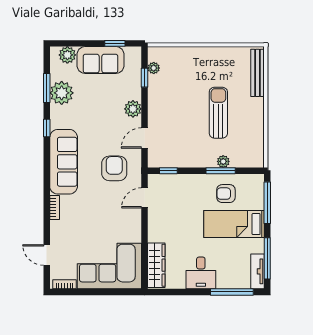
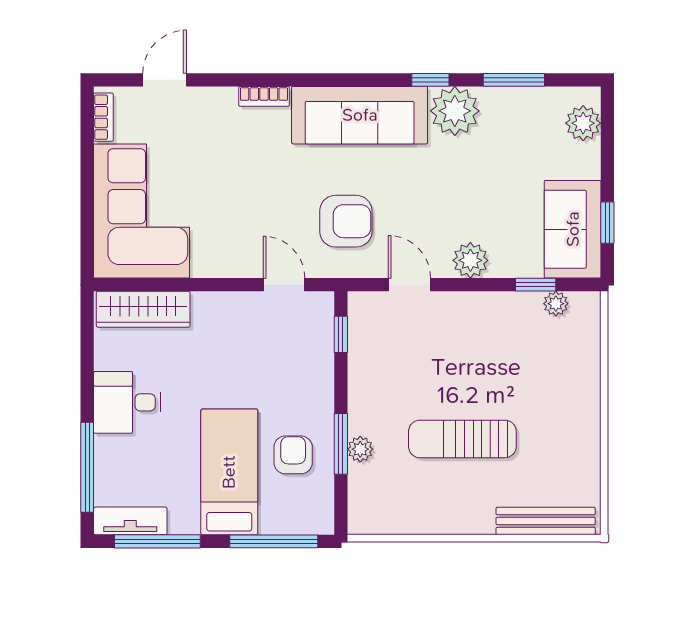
sofa: (100, 60) -> (573, 229), moved
plant: (62, 93) -> (455, 111), moved
sun lounger: (218, 113) -> (462, 439), turned 180

